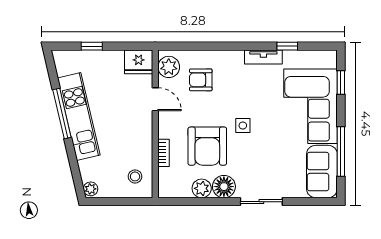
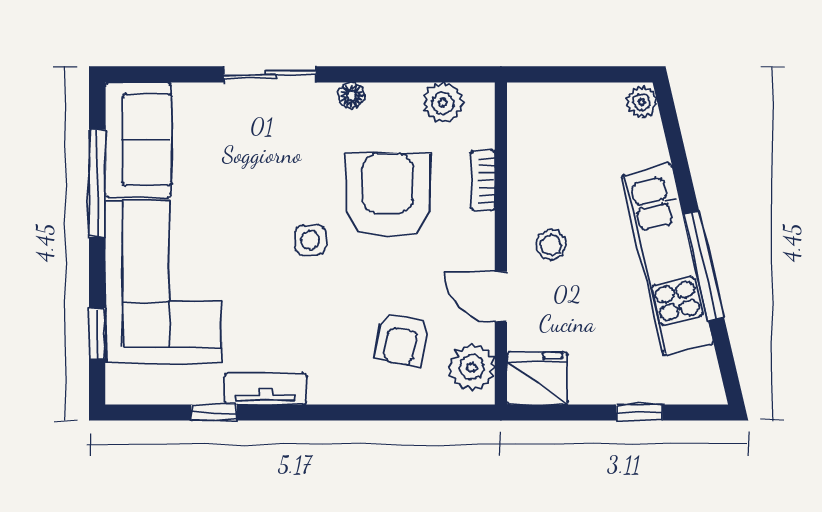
armchair: (201, 80) -> (402, 339), turned 102
stool: (135, 176) -> (551, 245), moved
floor lamp: (224, 187) -> (351, 95), width x0.53, depth x0.53
plant: (202, 188) -> (443, 103), moved

